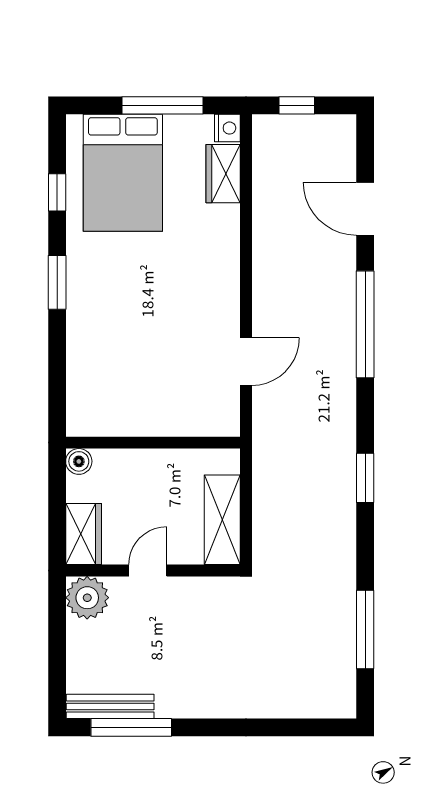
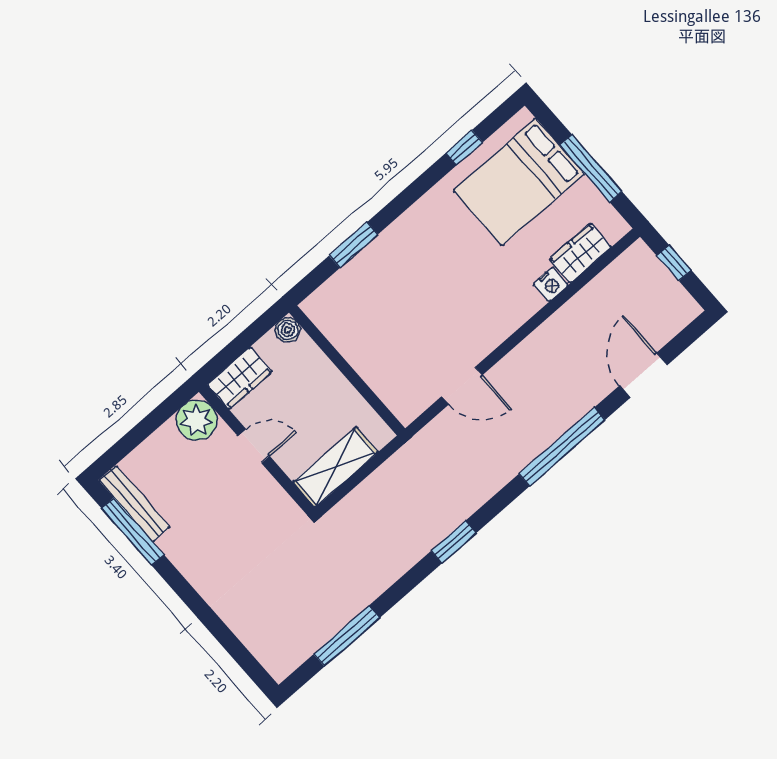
nightstand: (227, 128) -> (551, 285), moved
window: (57, 282) -> (354, 245), moved

